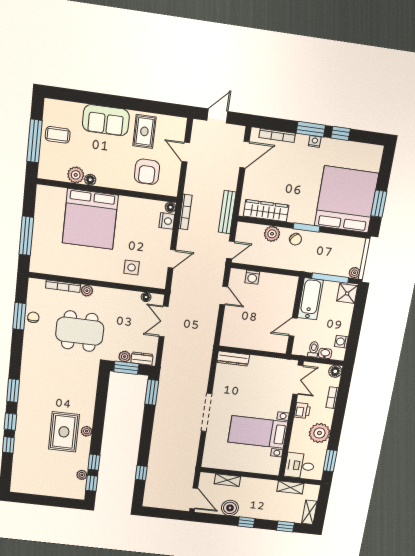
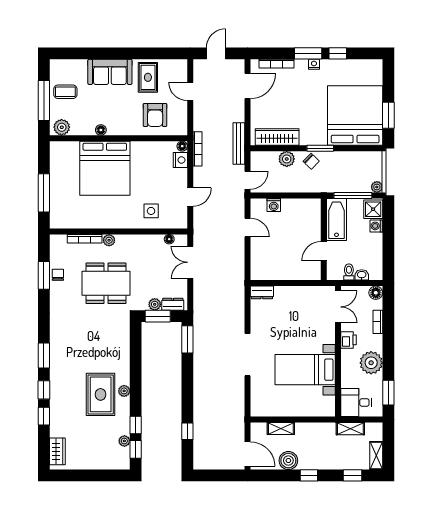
plant: (76, 175) -> (62, 127), moved
washing machine: (341, 342) -> (376, 226), moved
dresser: (233, 359) -> (262, 292), width x0.70
wardrobe: (18, 477) -> (57, 451), added

